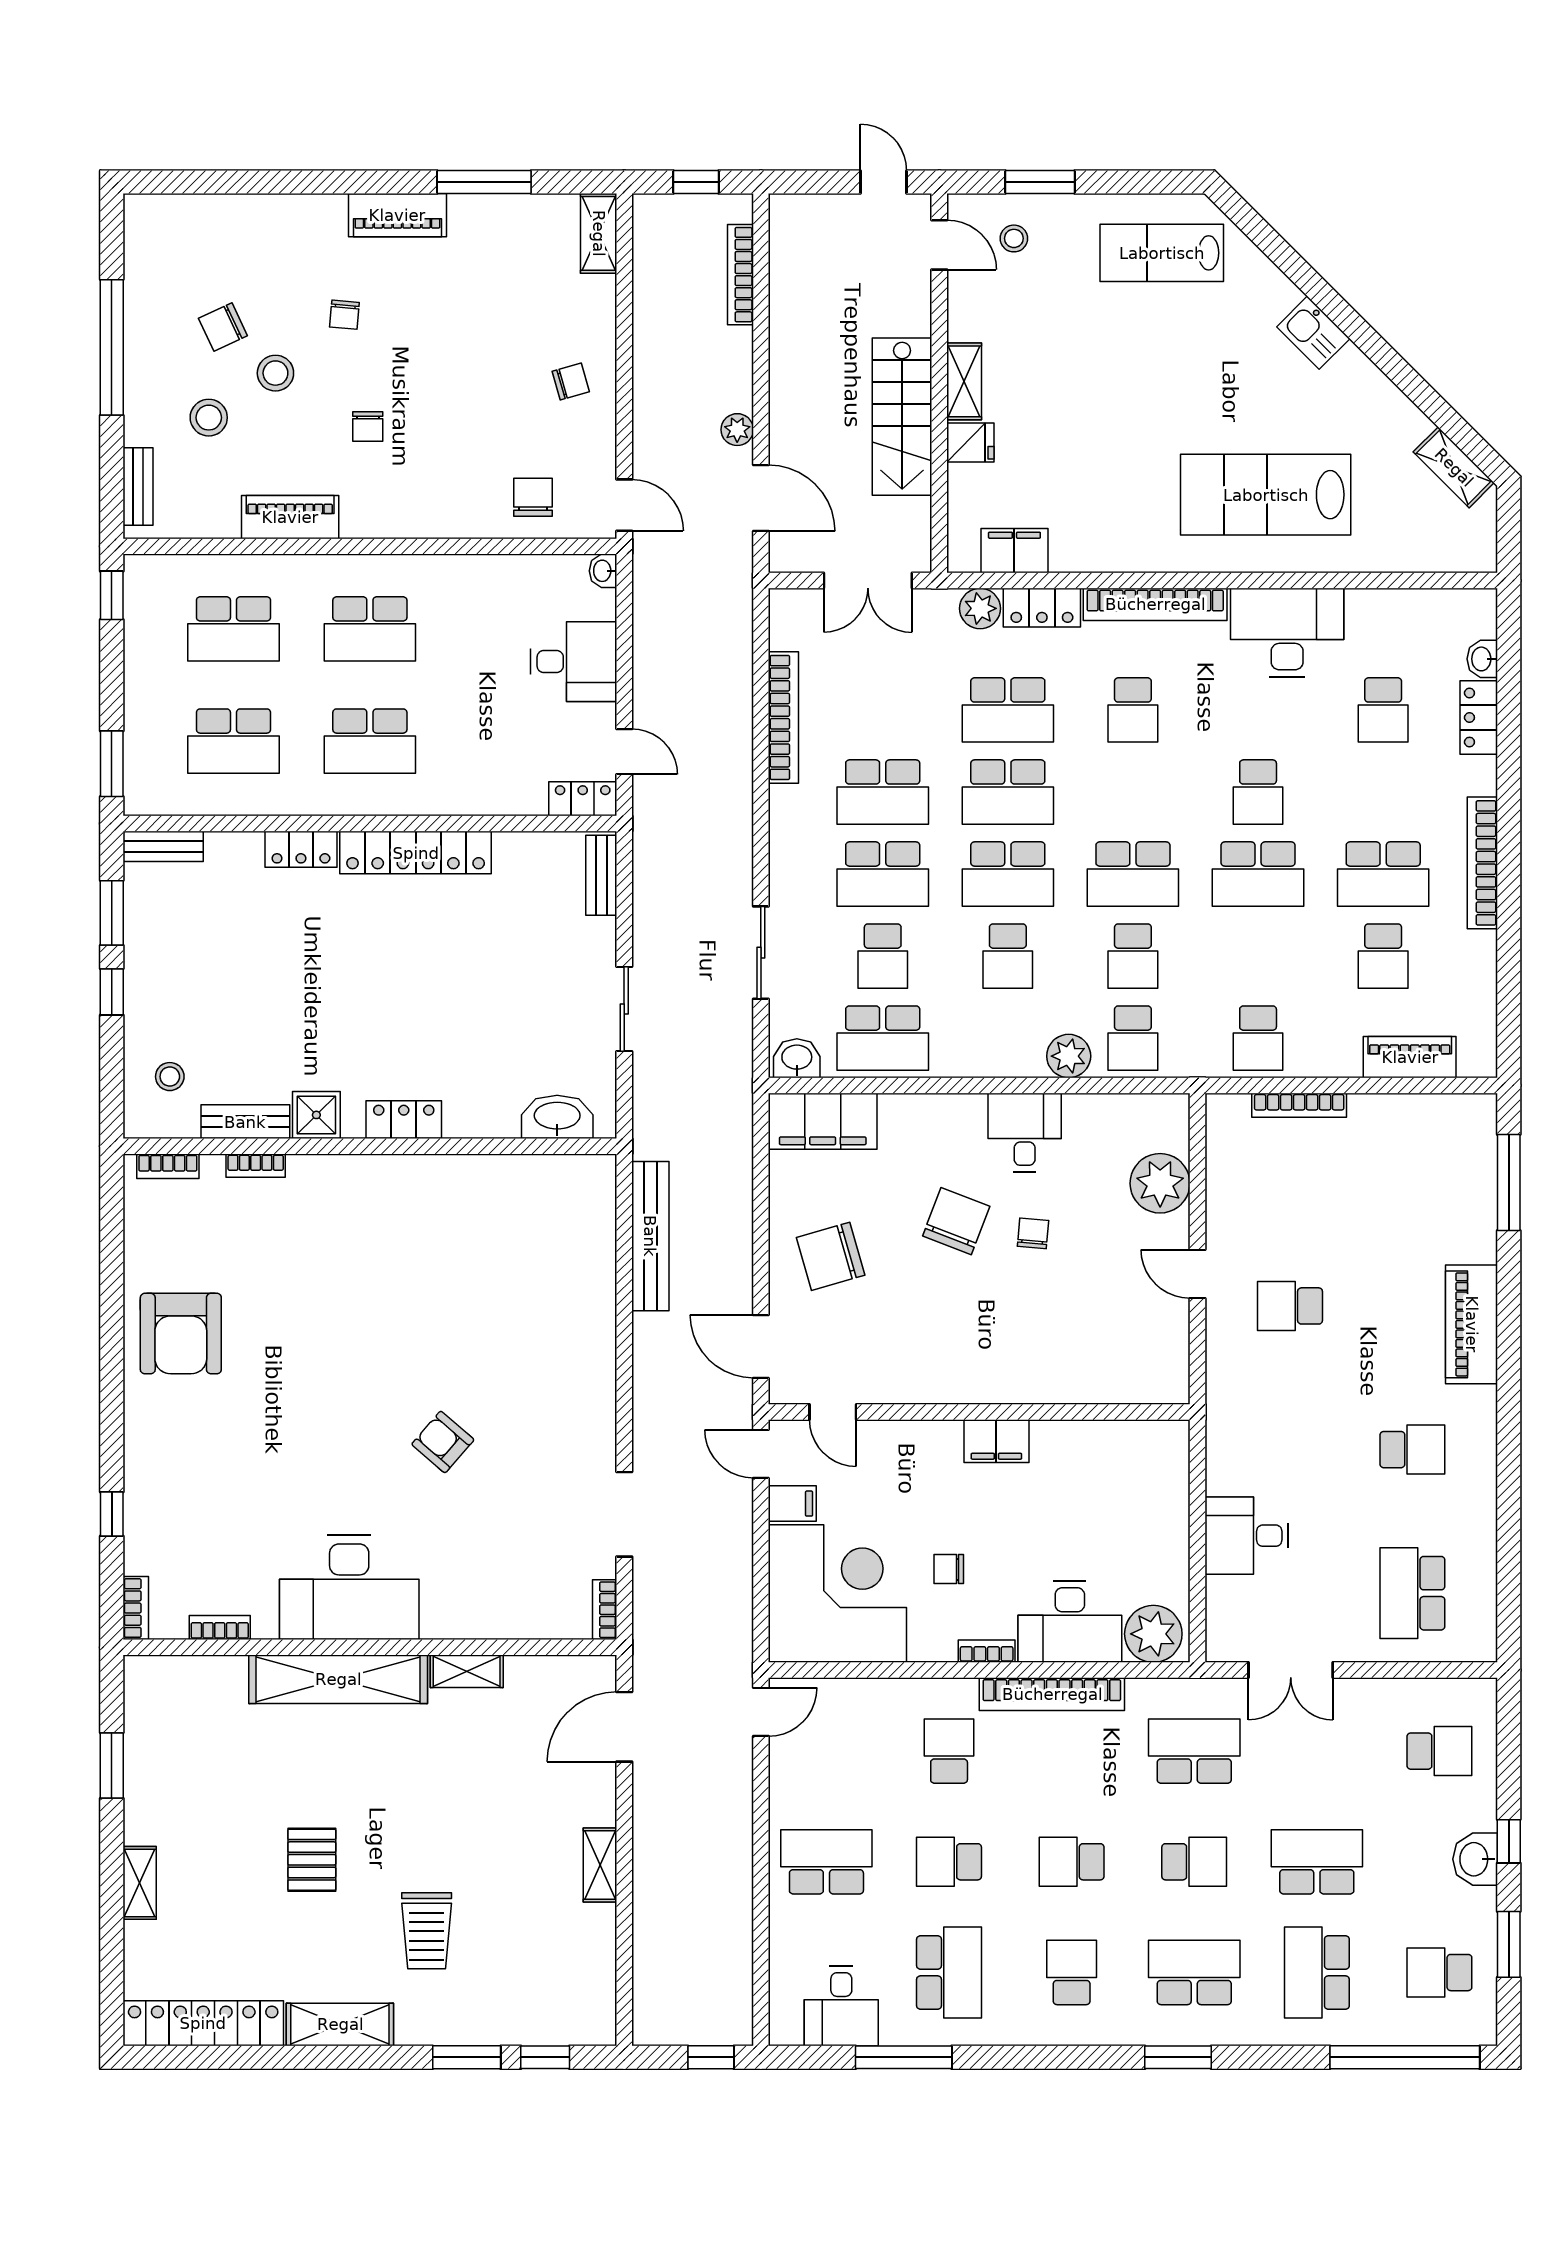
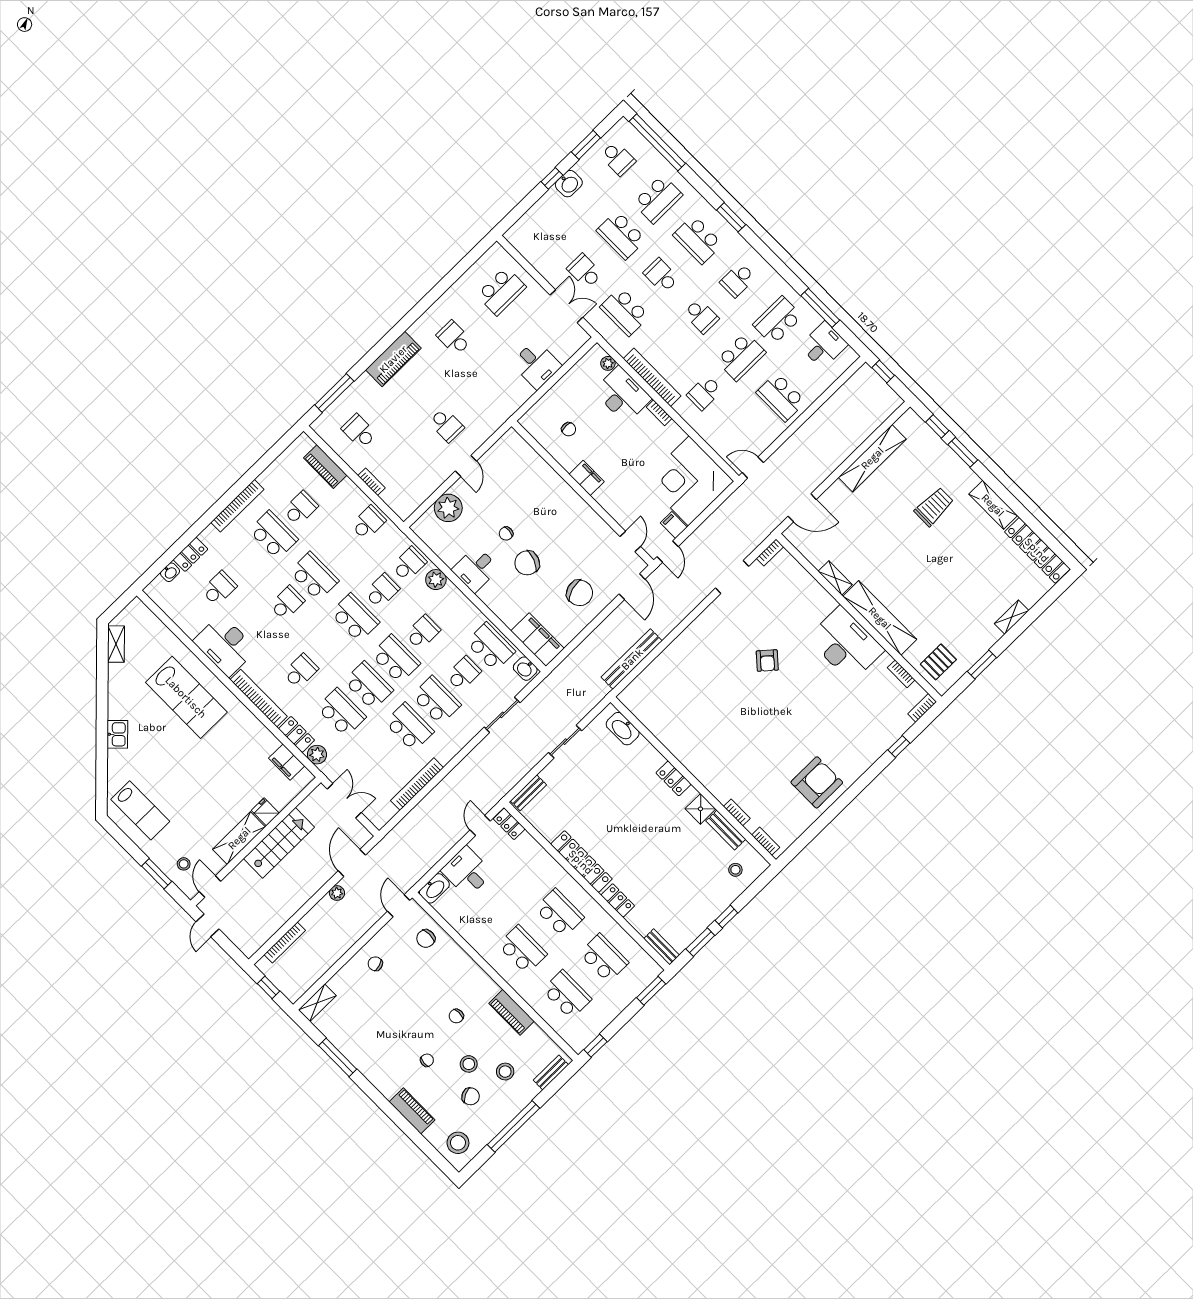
piano: (397, 215) -> (412, 1111), moved
stool: (171, 237) -> (458, 1143), added
shelving: (964, 381) -> (239, 838), width x1.50, depth x1.33
chair: (368, 426) -> (456, 1016), turned 180
washbasin: (603, 571) -> (434, 888), width x1.91, depth x1.45
bookcase: (1299, 1105) -> (372, 482), width x0.64
school desk: (1412, 1162) -> (359, 431), added
chair: (949, 1569) -> (569, 429), moved
plant: (1153, 1634) -> (608, 363), width x0.53, depth x0.53
school desk: (1439, 1751) -> (585, 271), moved
pallet: (312, 1860) -> (938, 662), moved
school desk: (949, 1862) -> (741, 357), width x1.85
shelving: (600, 1865) -> (872, 458), width x2.20, depth x1.33

